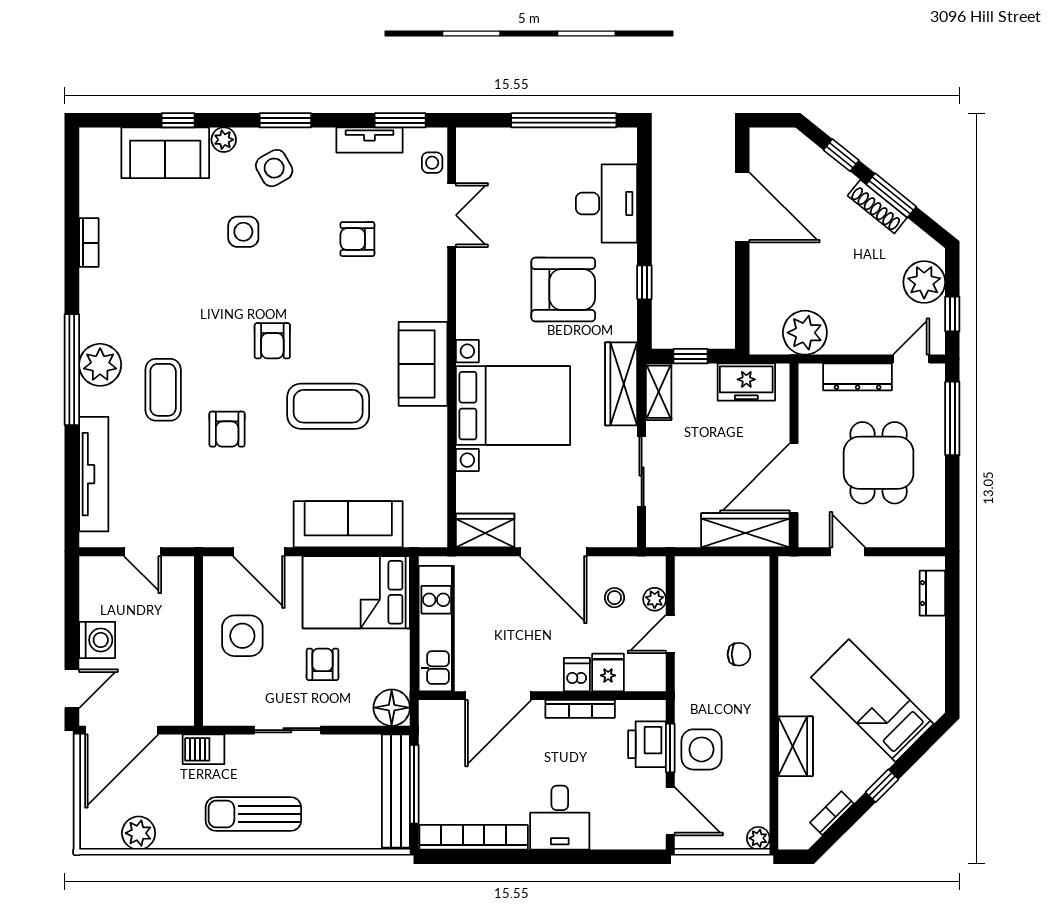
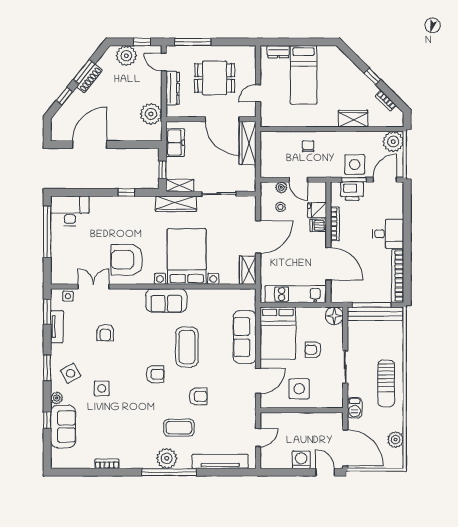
desk: (607, 204) -> (70, 211), moved
armchair: (563, 290) -> (127, 260), moved, turned -90
bed: (872, 701) -> (304, 75), moved, turned -45
plant: (758, 838) -> (393, 142), width x1.87, depth x1.87

